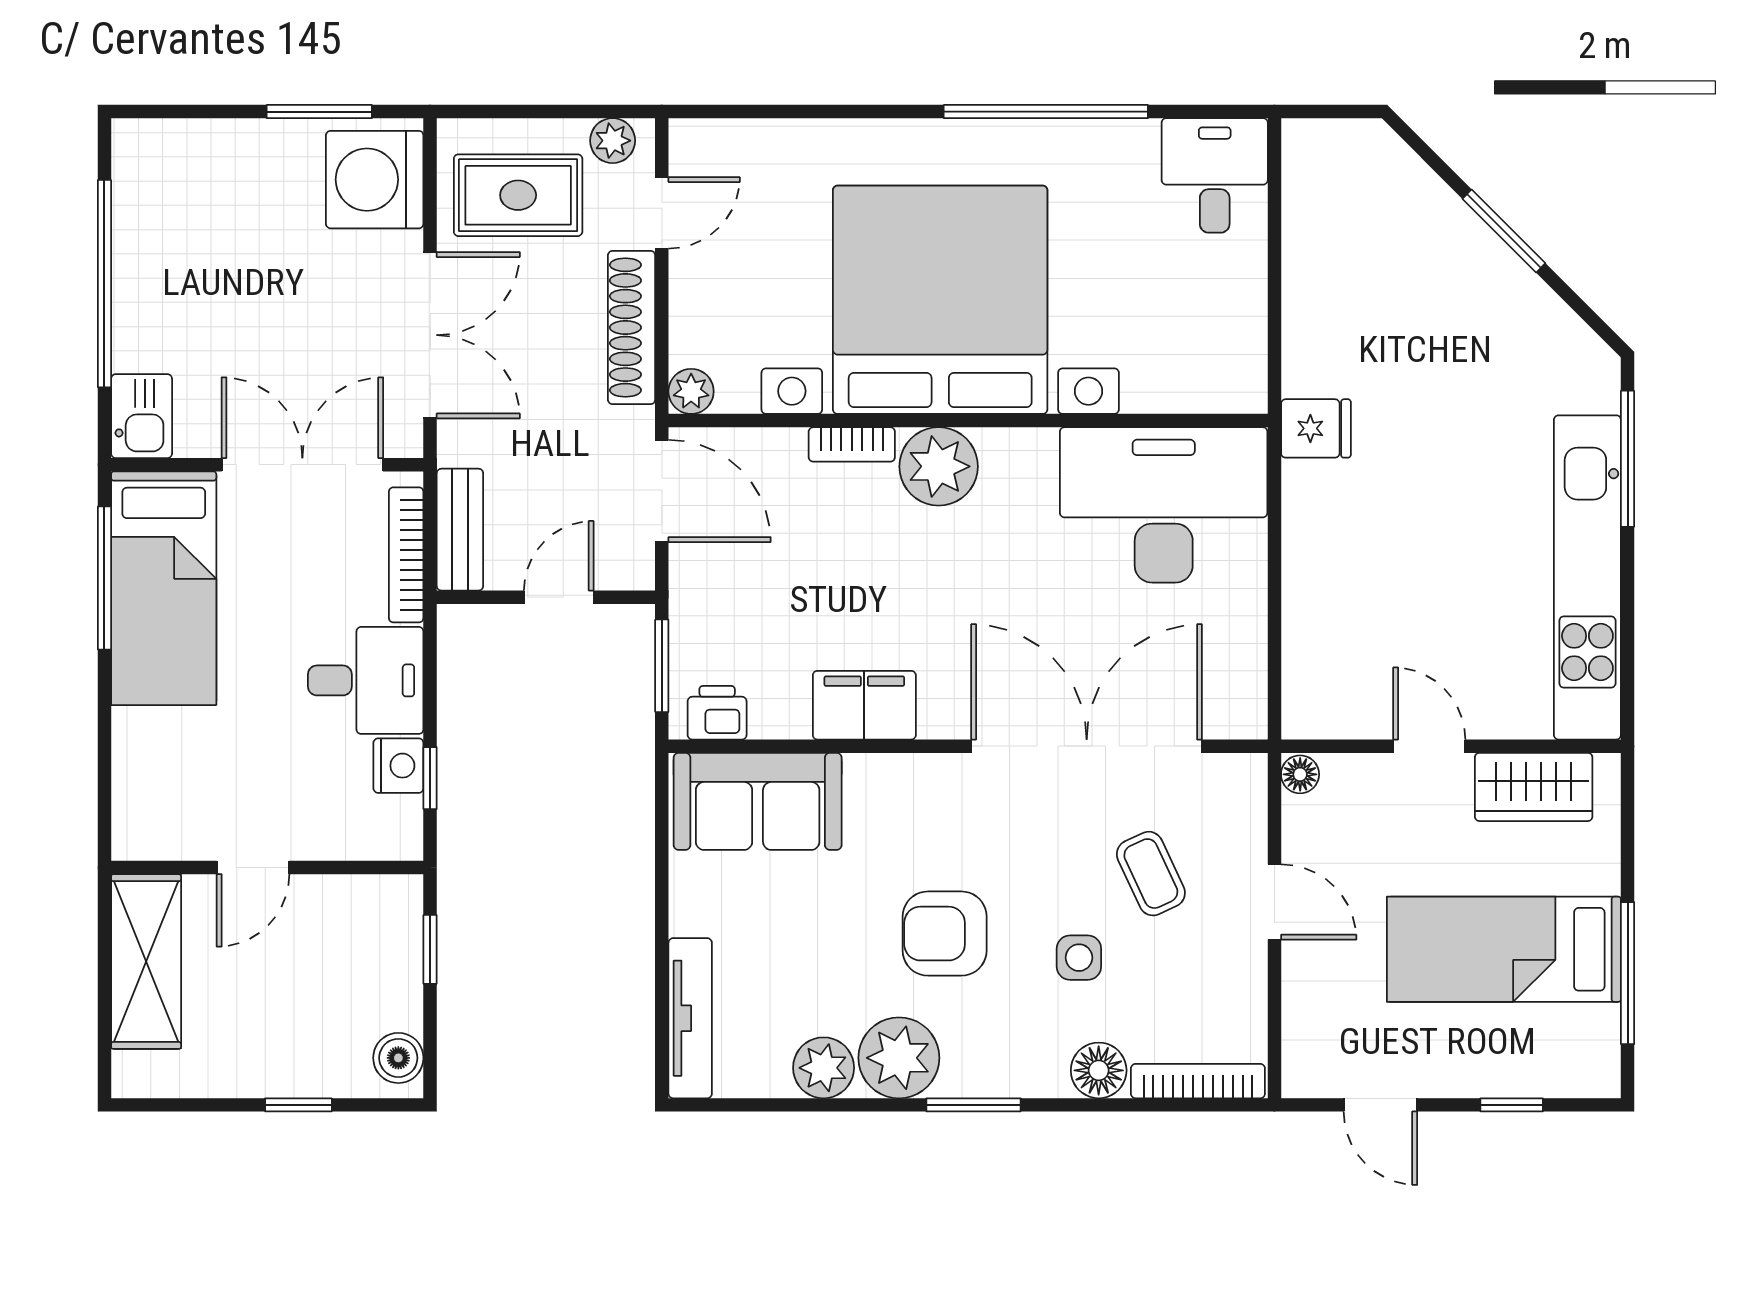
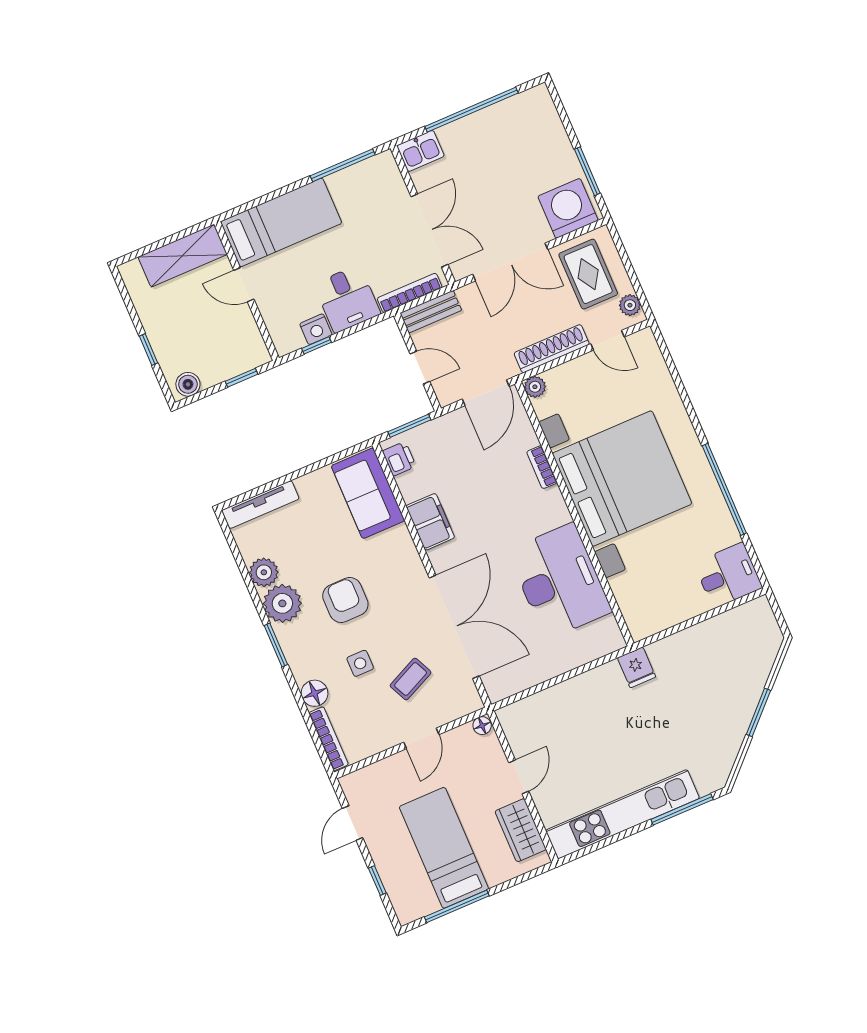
plant: (939, 466) -> (549, 509), removed
desk: (1164, 505) -> (560, 581), moved
bed: (164, 588) -> (281, 222), moved, turned 180

